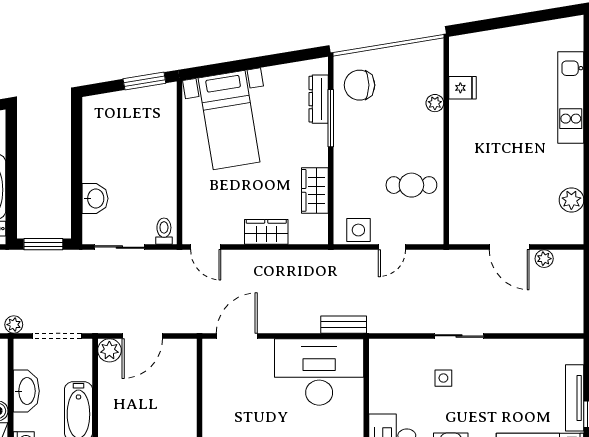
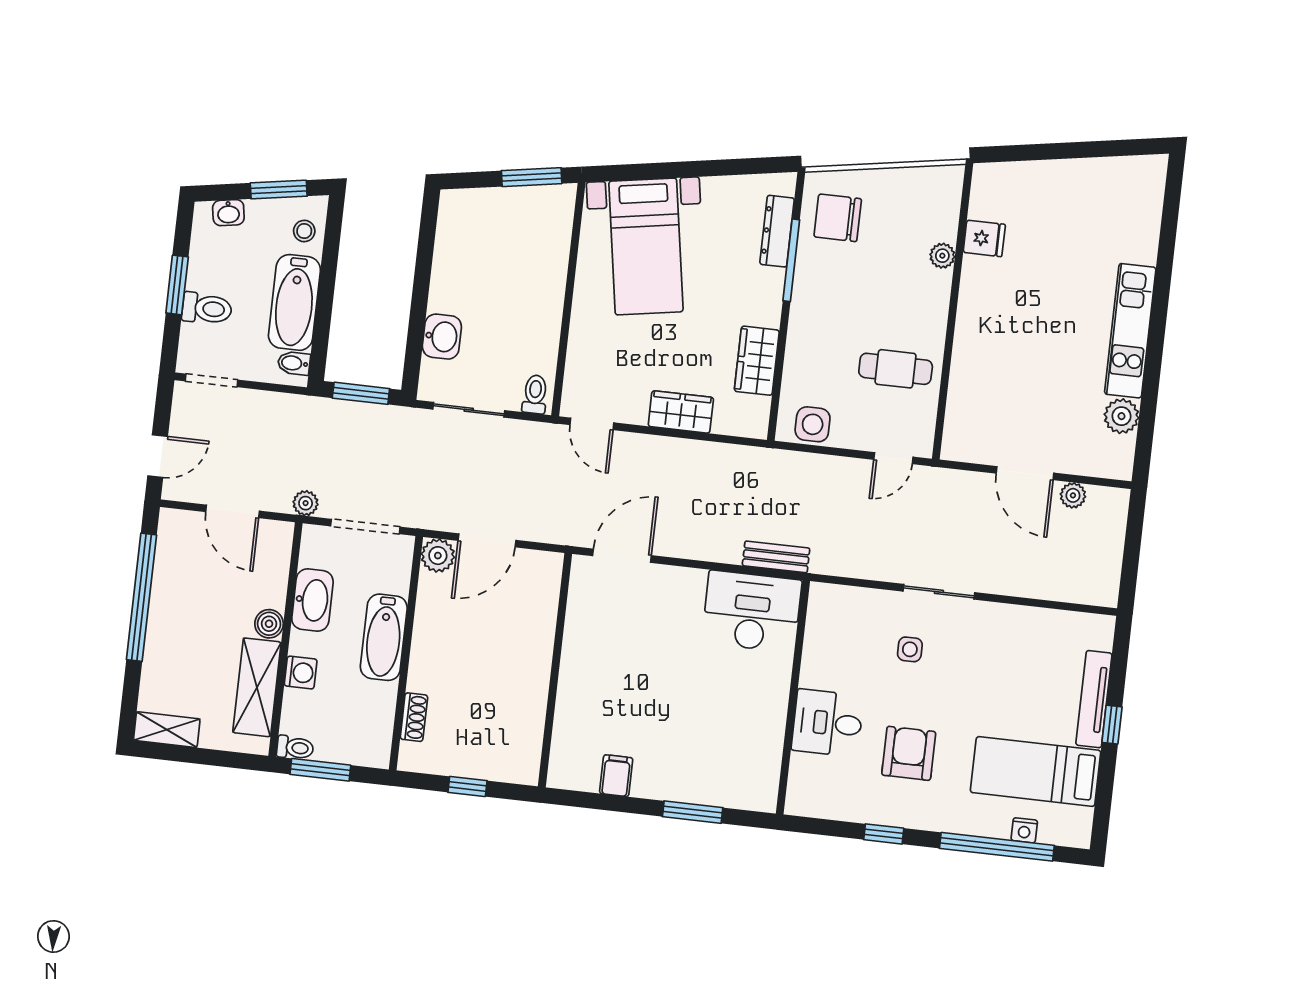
kitchen unit: (571, 98) -> (1130, 331), moved
door: (392, 247) -> (893, 458), moved
desk: (319, 372) -> (752, 611), width x0.73, depth x0.77

